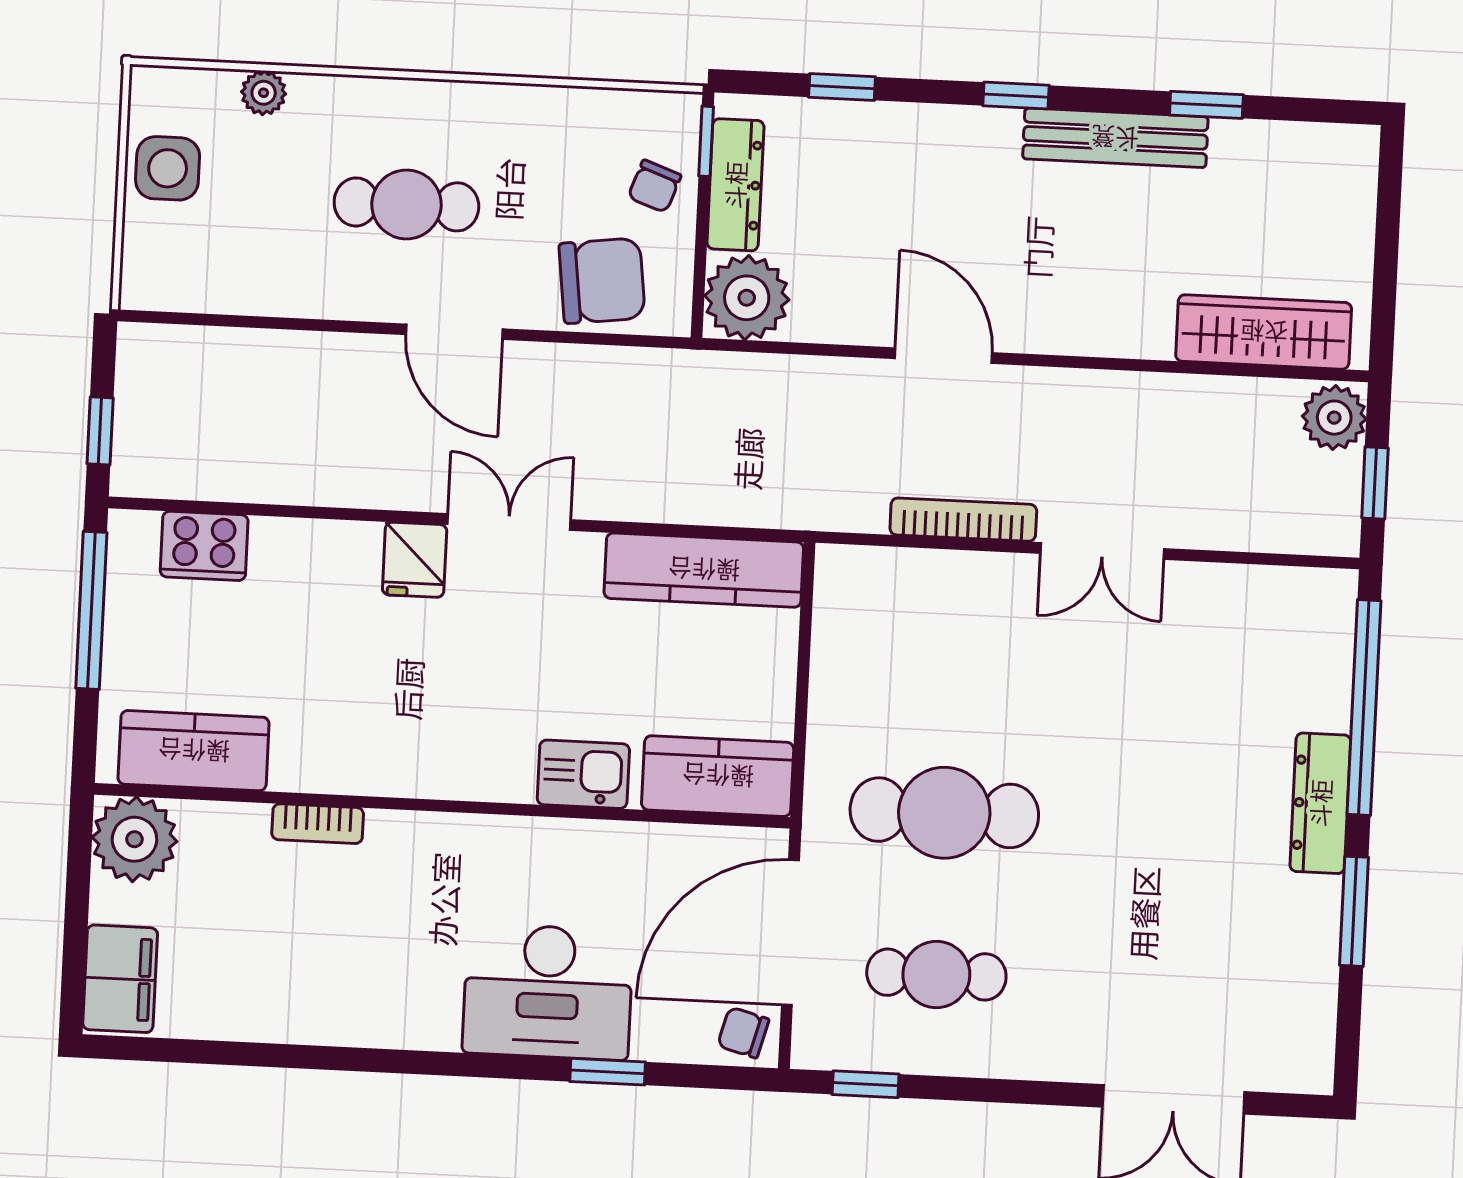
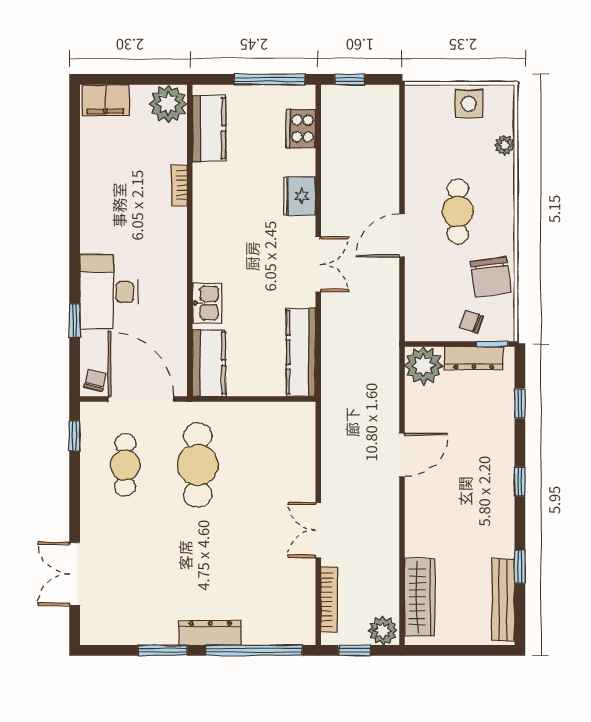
bench: (1115, 138) -> (503, 600), moved
chair: (602, 281) -> (491, 277), moved
bookcase: (963, 520) -> (329, 599), moved
fridge: (415, 560) -> (299, 196), moved, width x1.38

